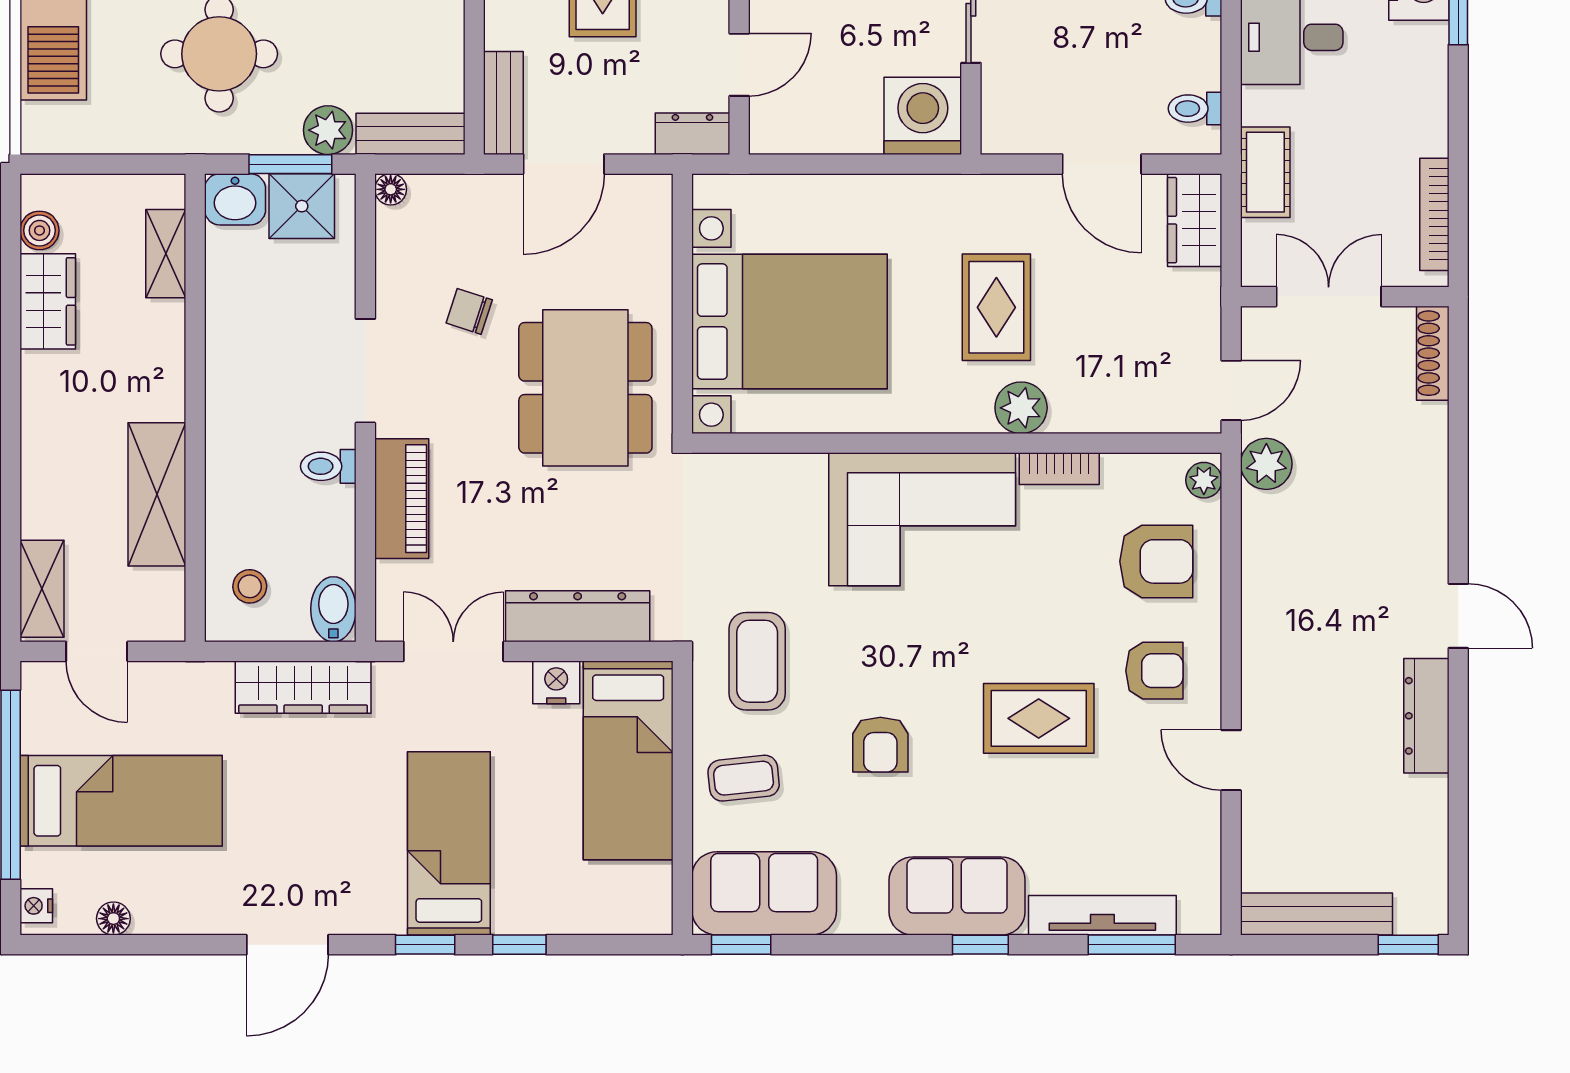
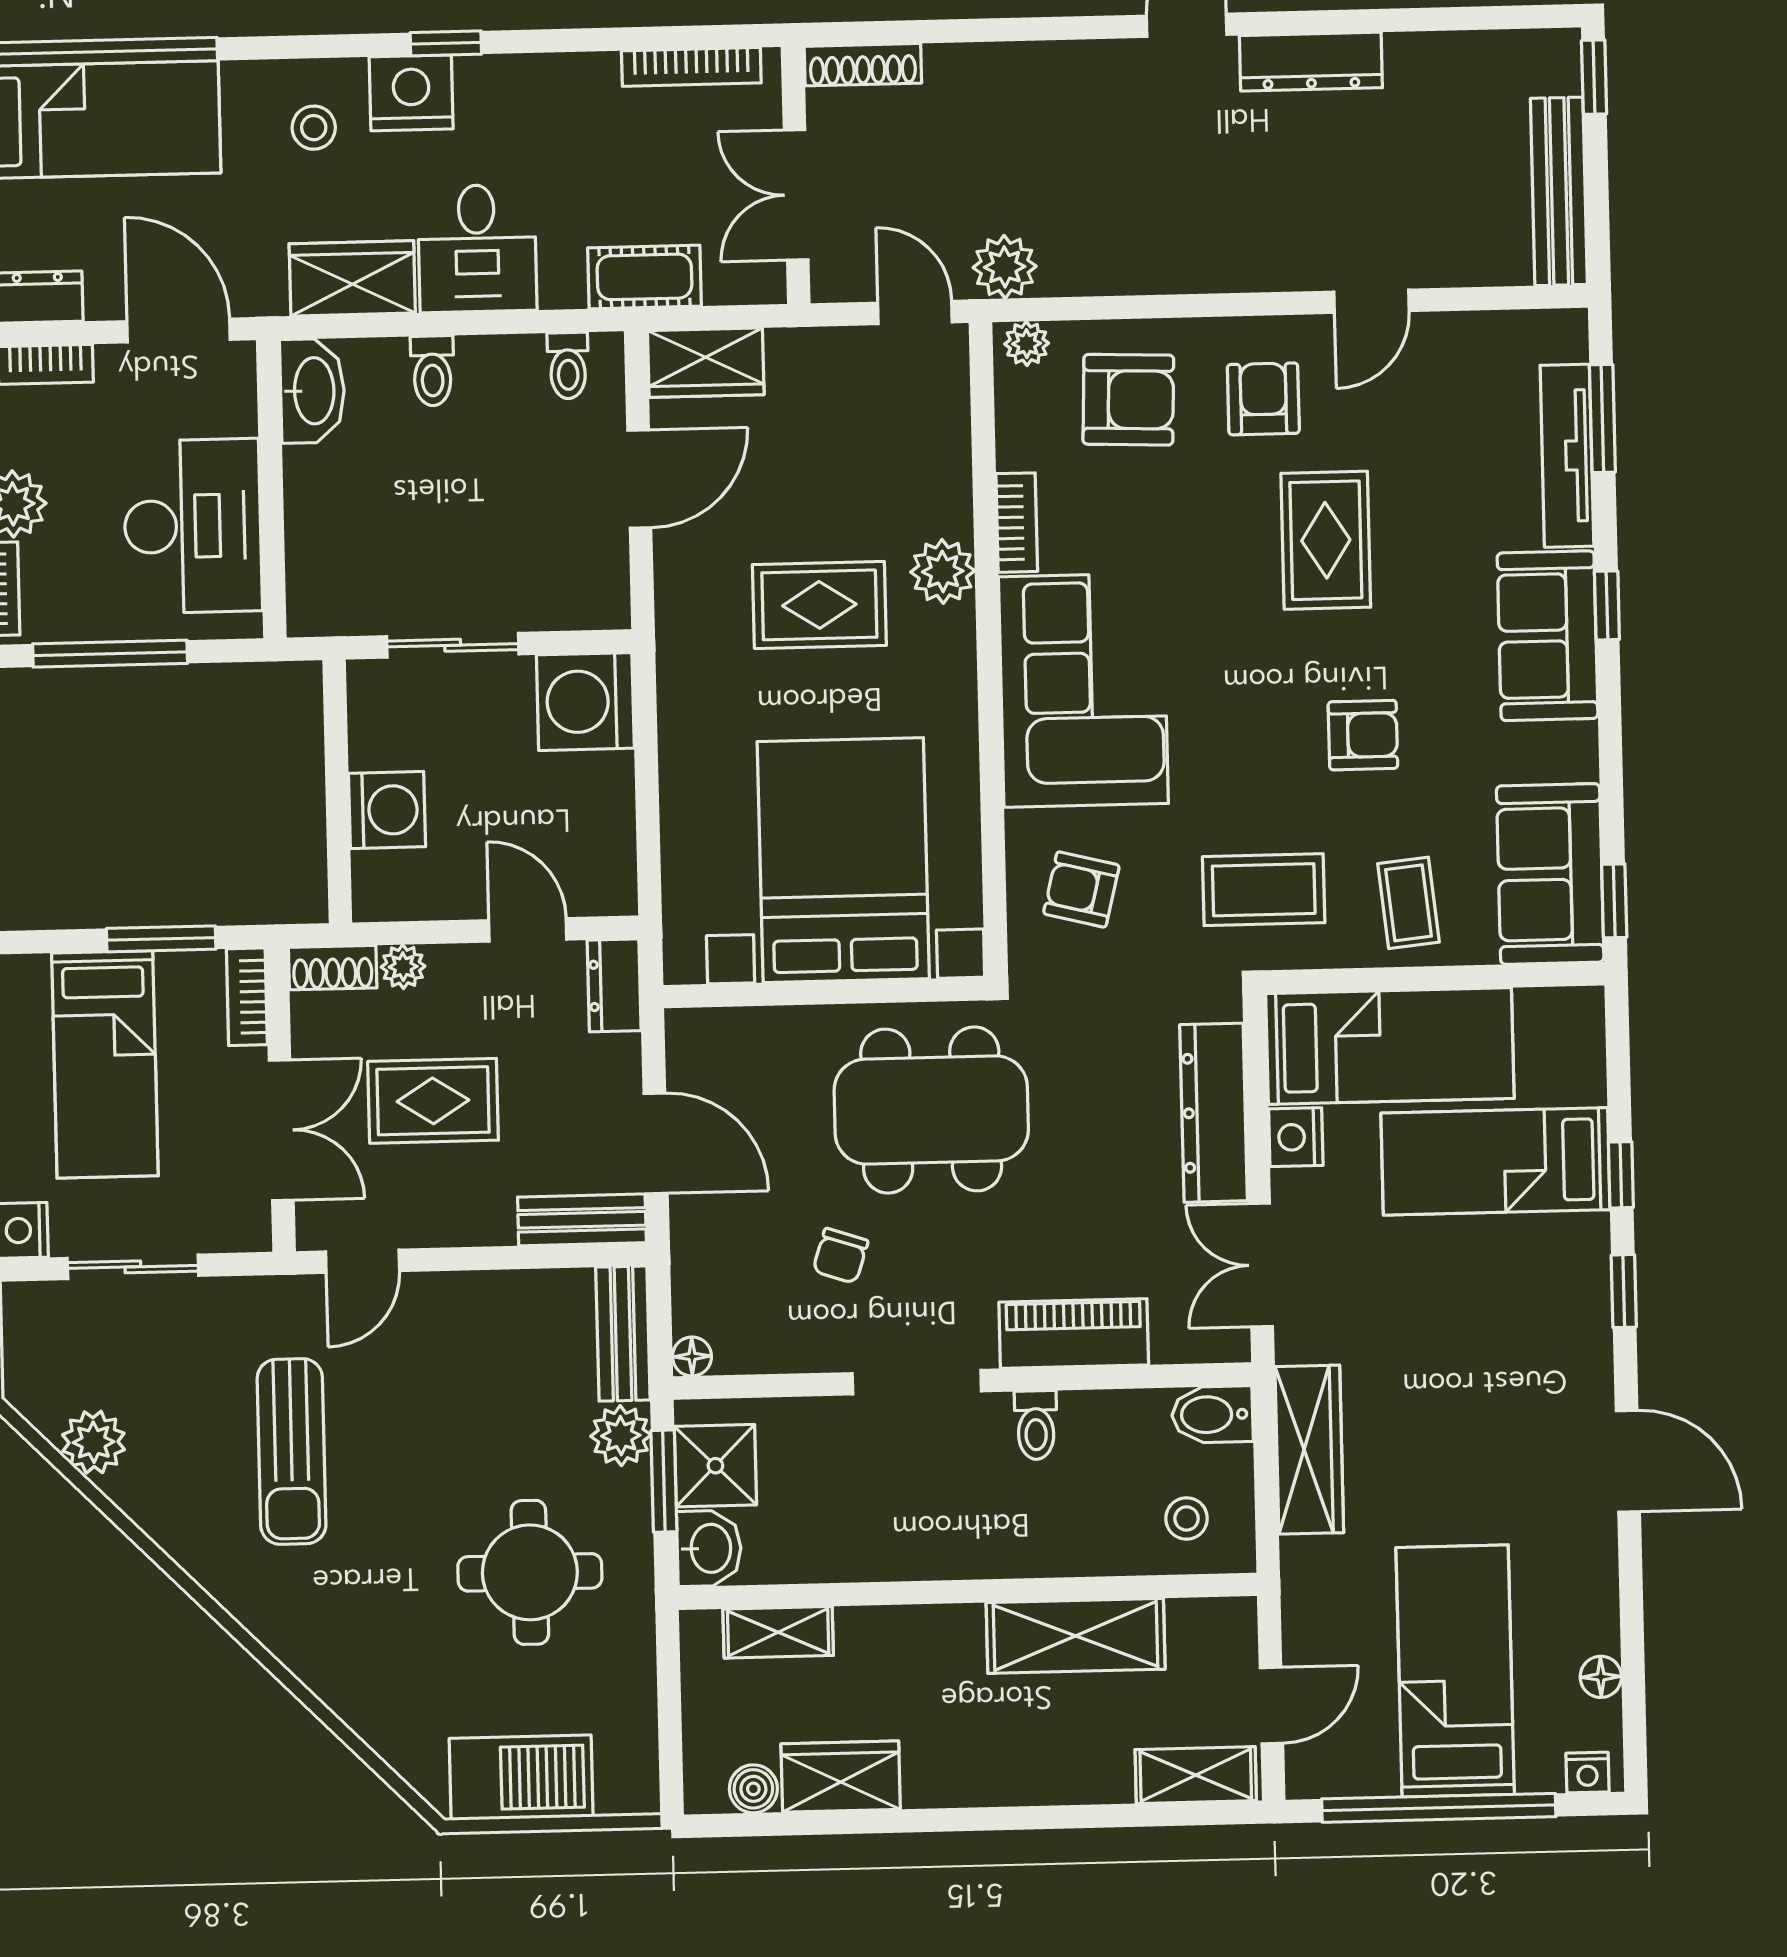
armchair: (761, 514) -> (1081, 889), added
armchair: (1156, 561) -> (1128, 400), turned 92
bed: (449, 843) -> (1495, 1161), moved

